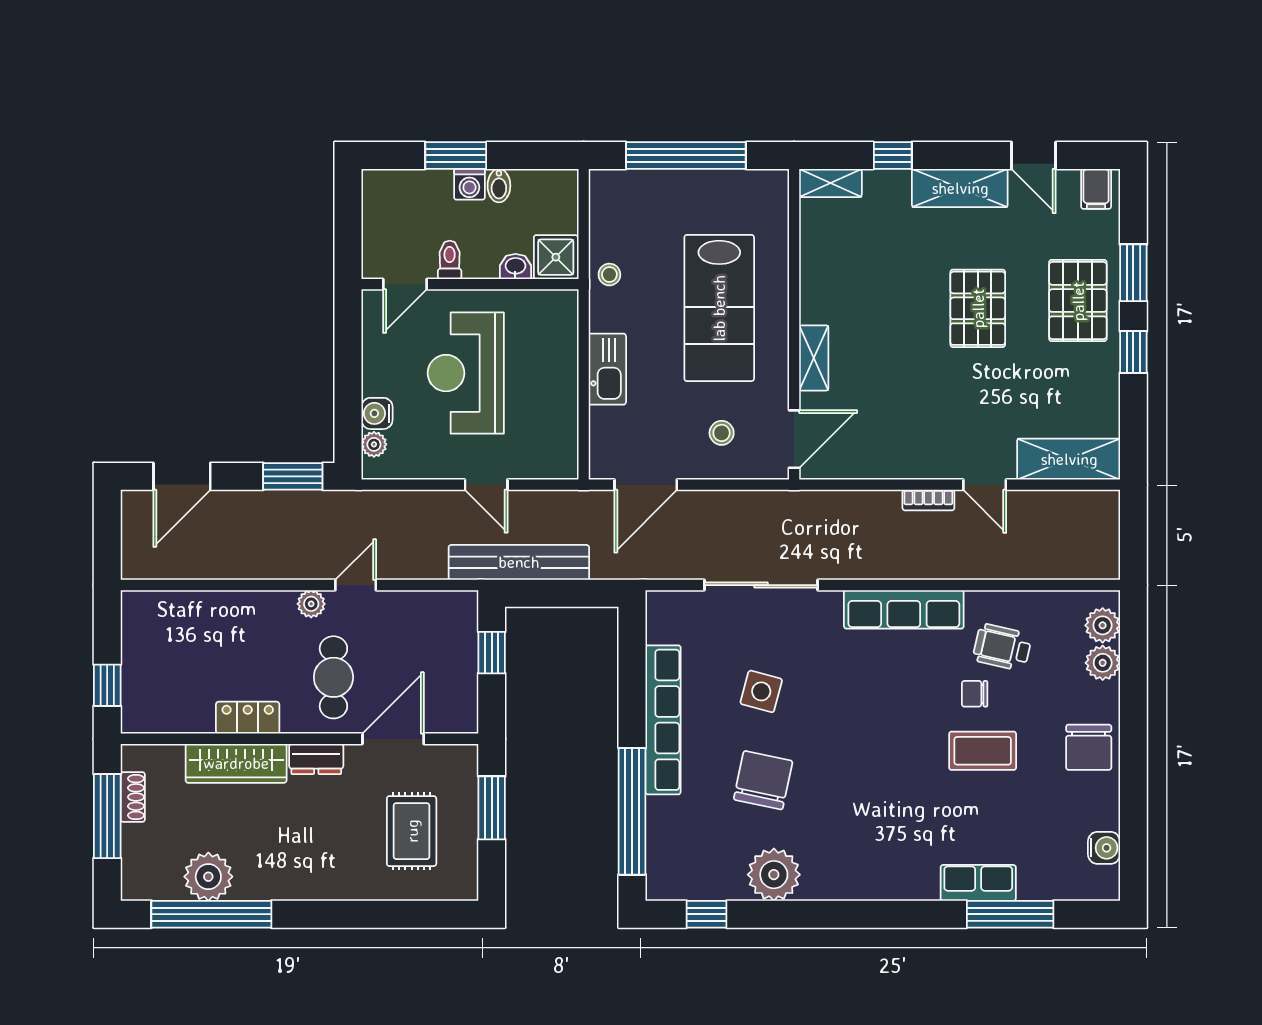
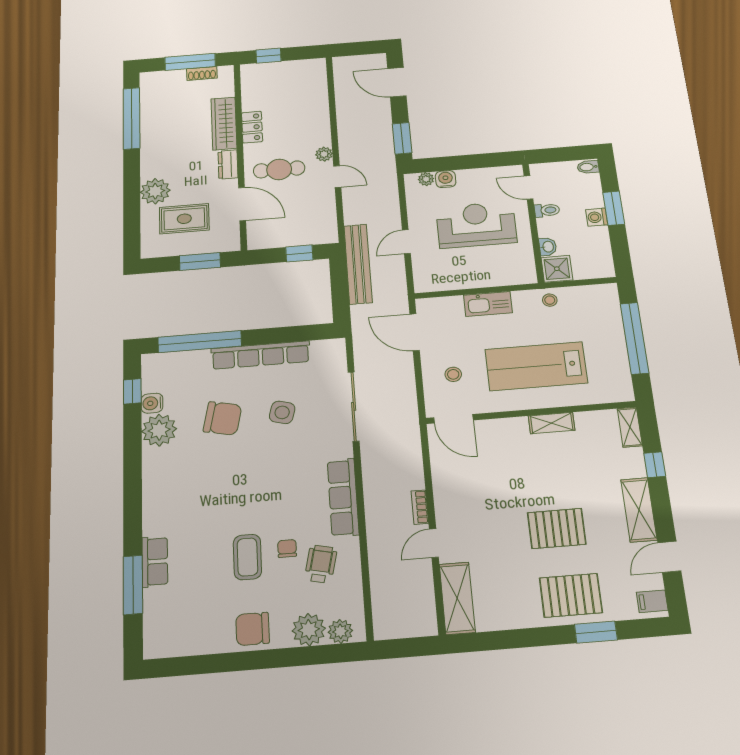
bidet: (499, 186) -> (588, 167), moved
window: (1133, 352) -> (539, 637), removed
shelving: (814, 358) -> (552, 423), moved
plant: (1103, 663) -> (309, 630), width x1.36, depth x1.36
water cooler: (1104, 848) -> (152, 403), moved, turned 90
plant: (208, 877) -> (155, 191), moved

